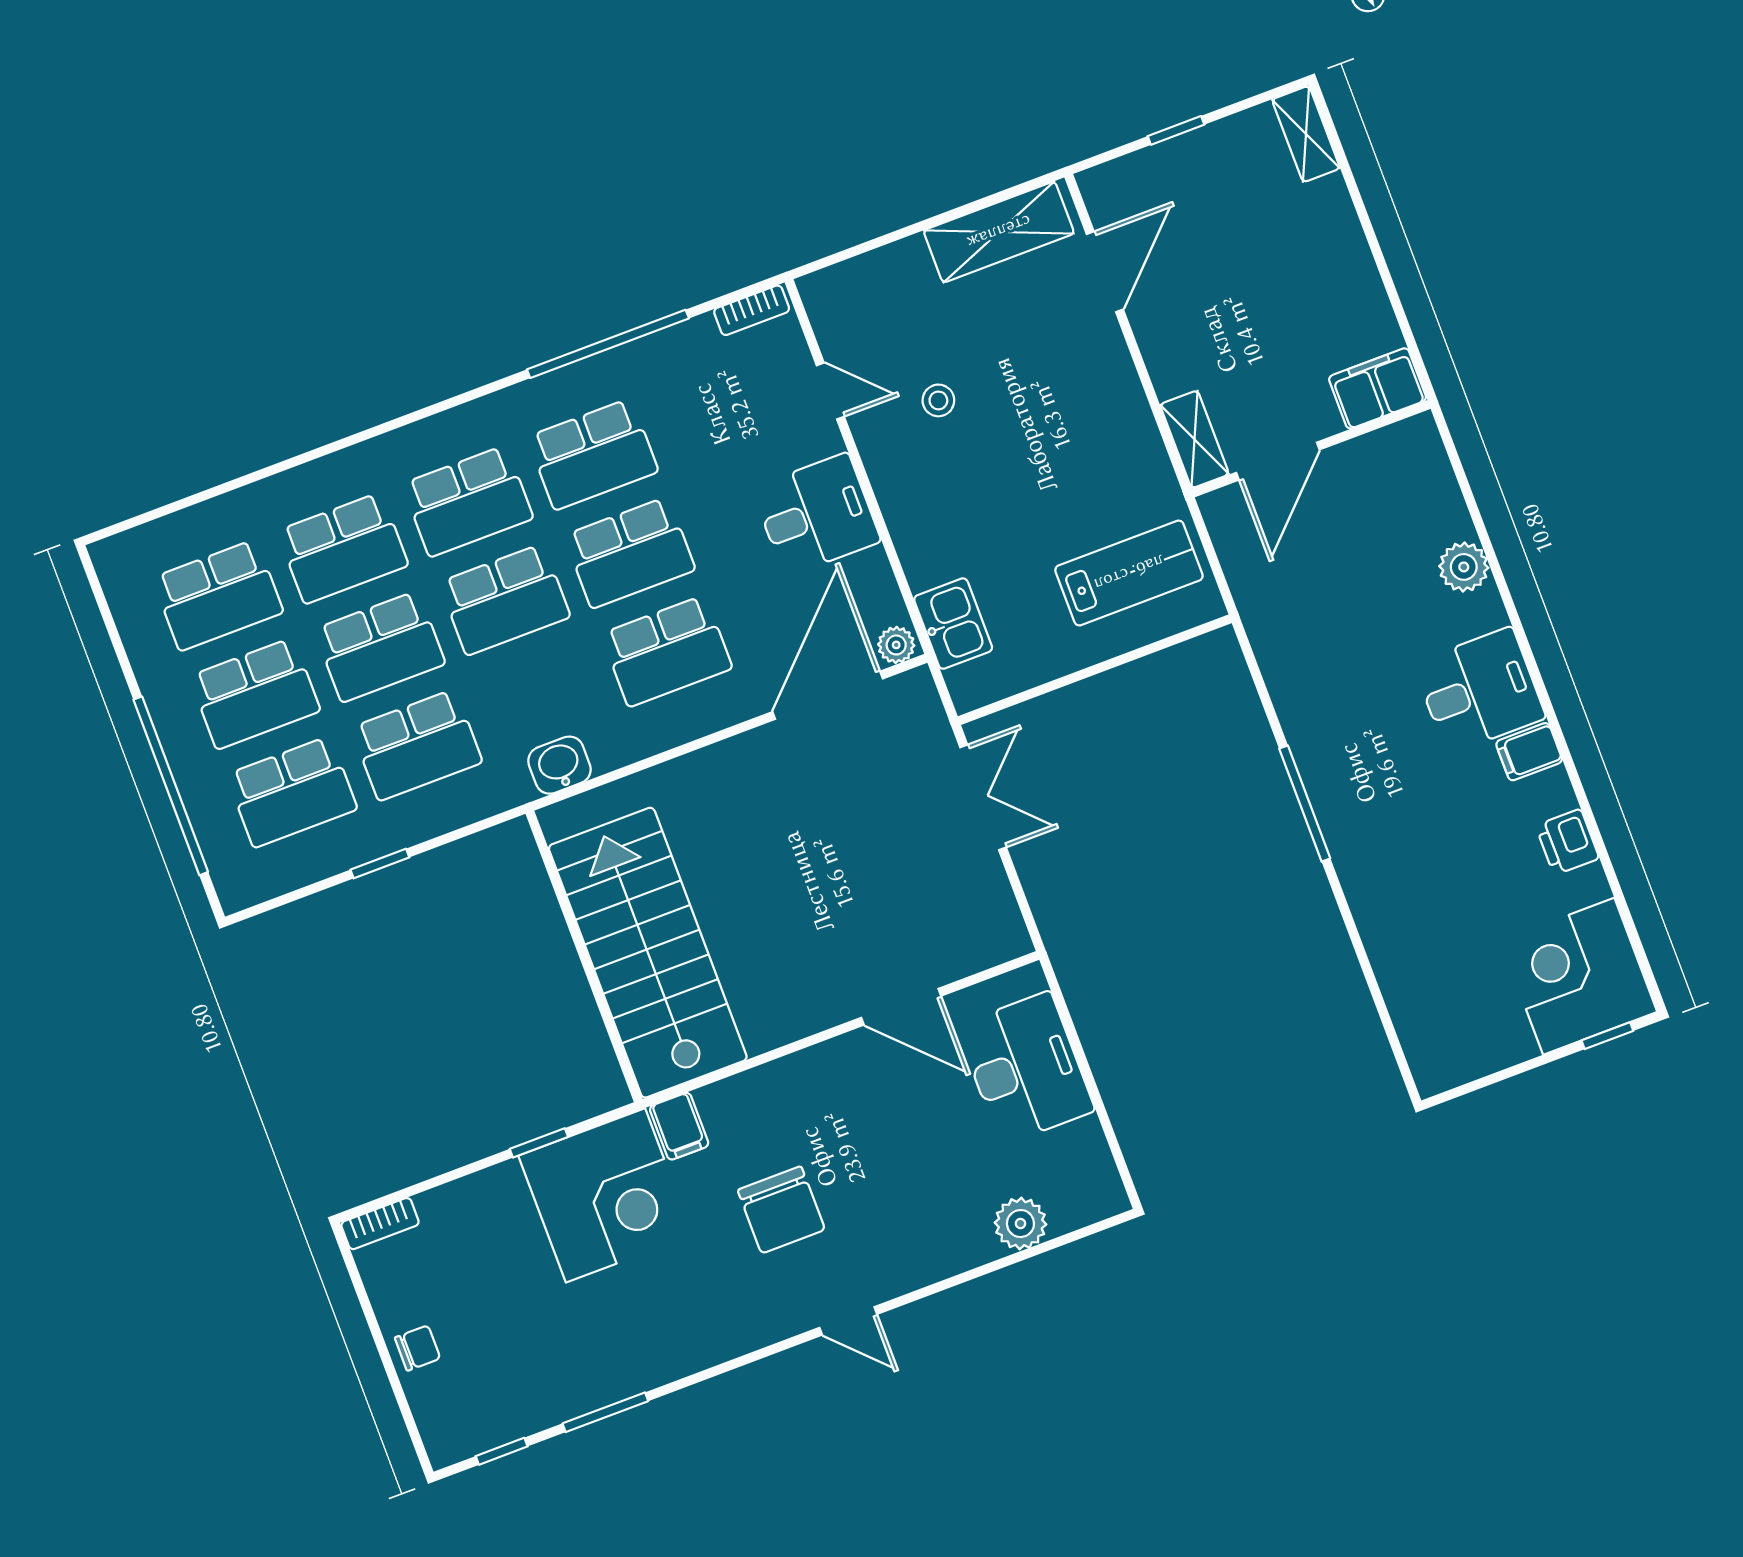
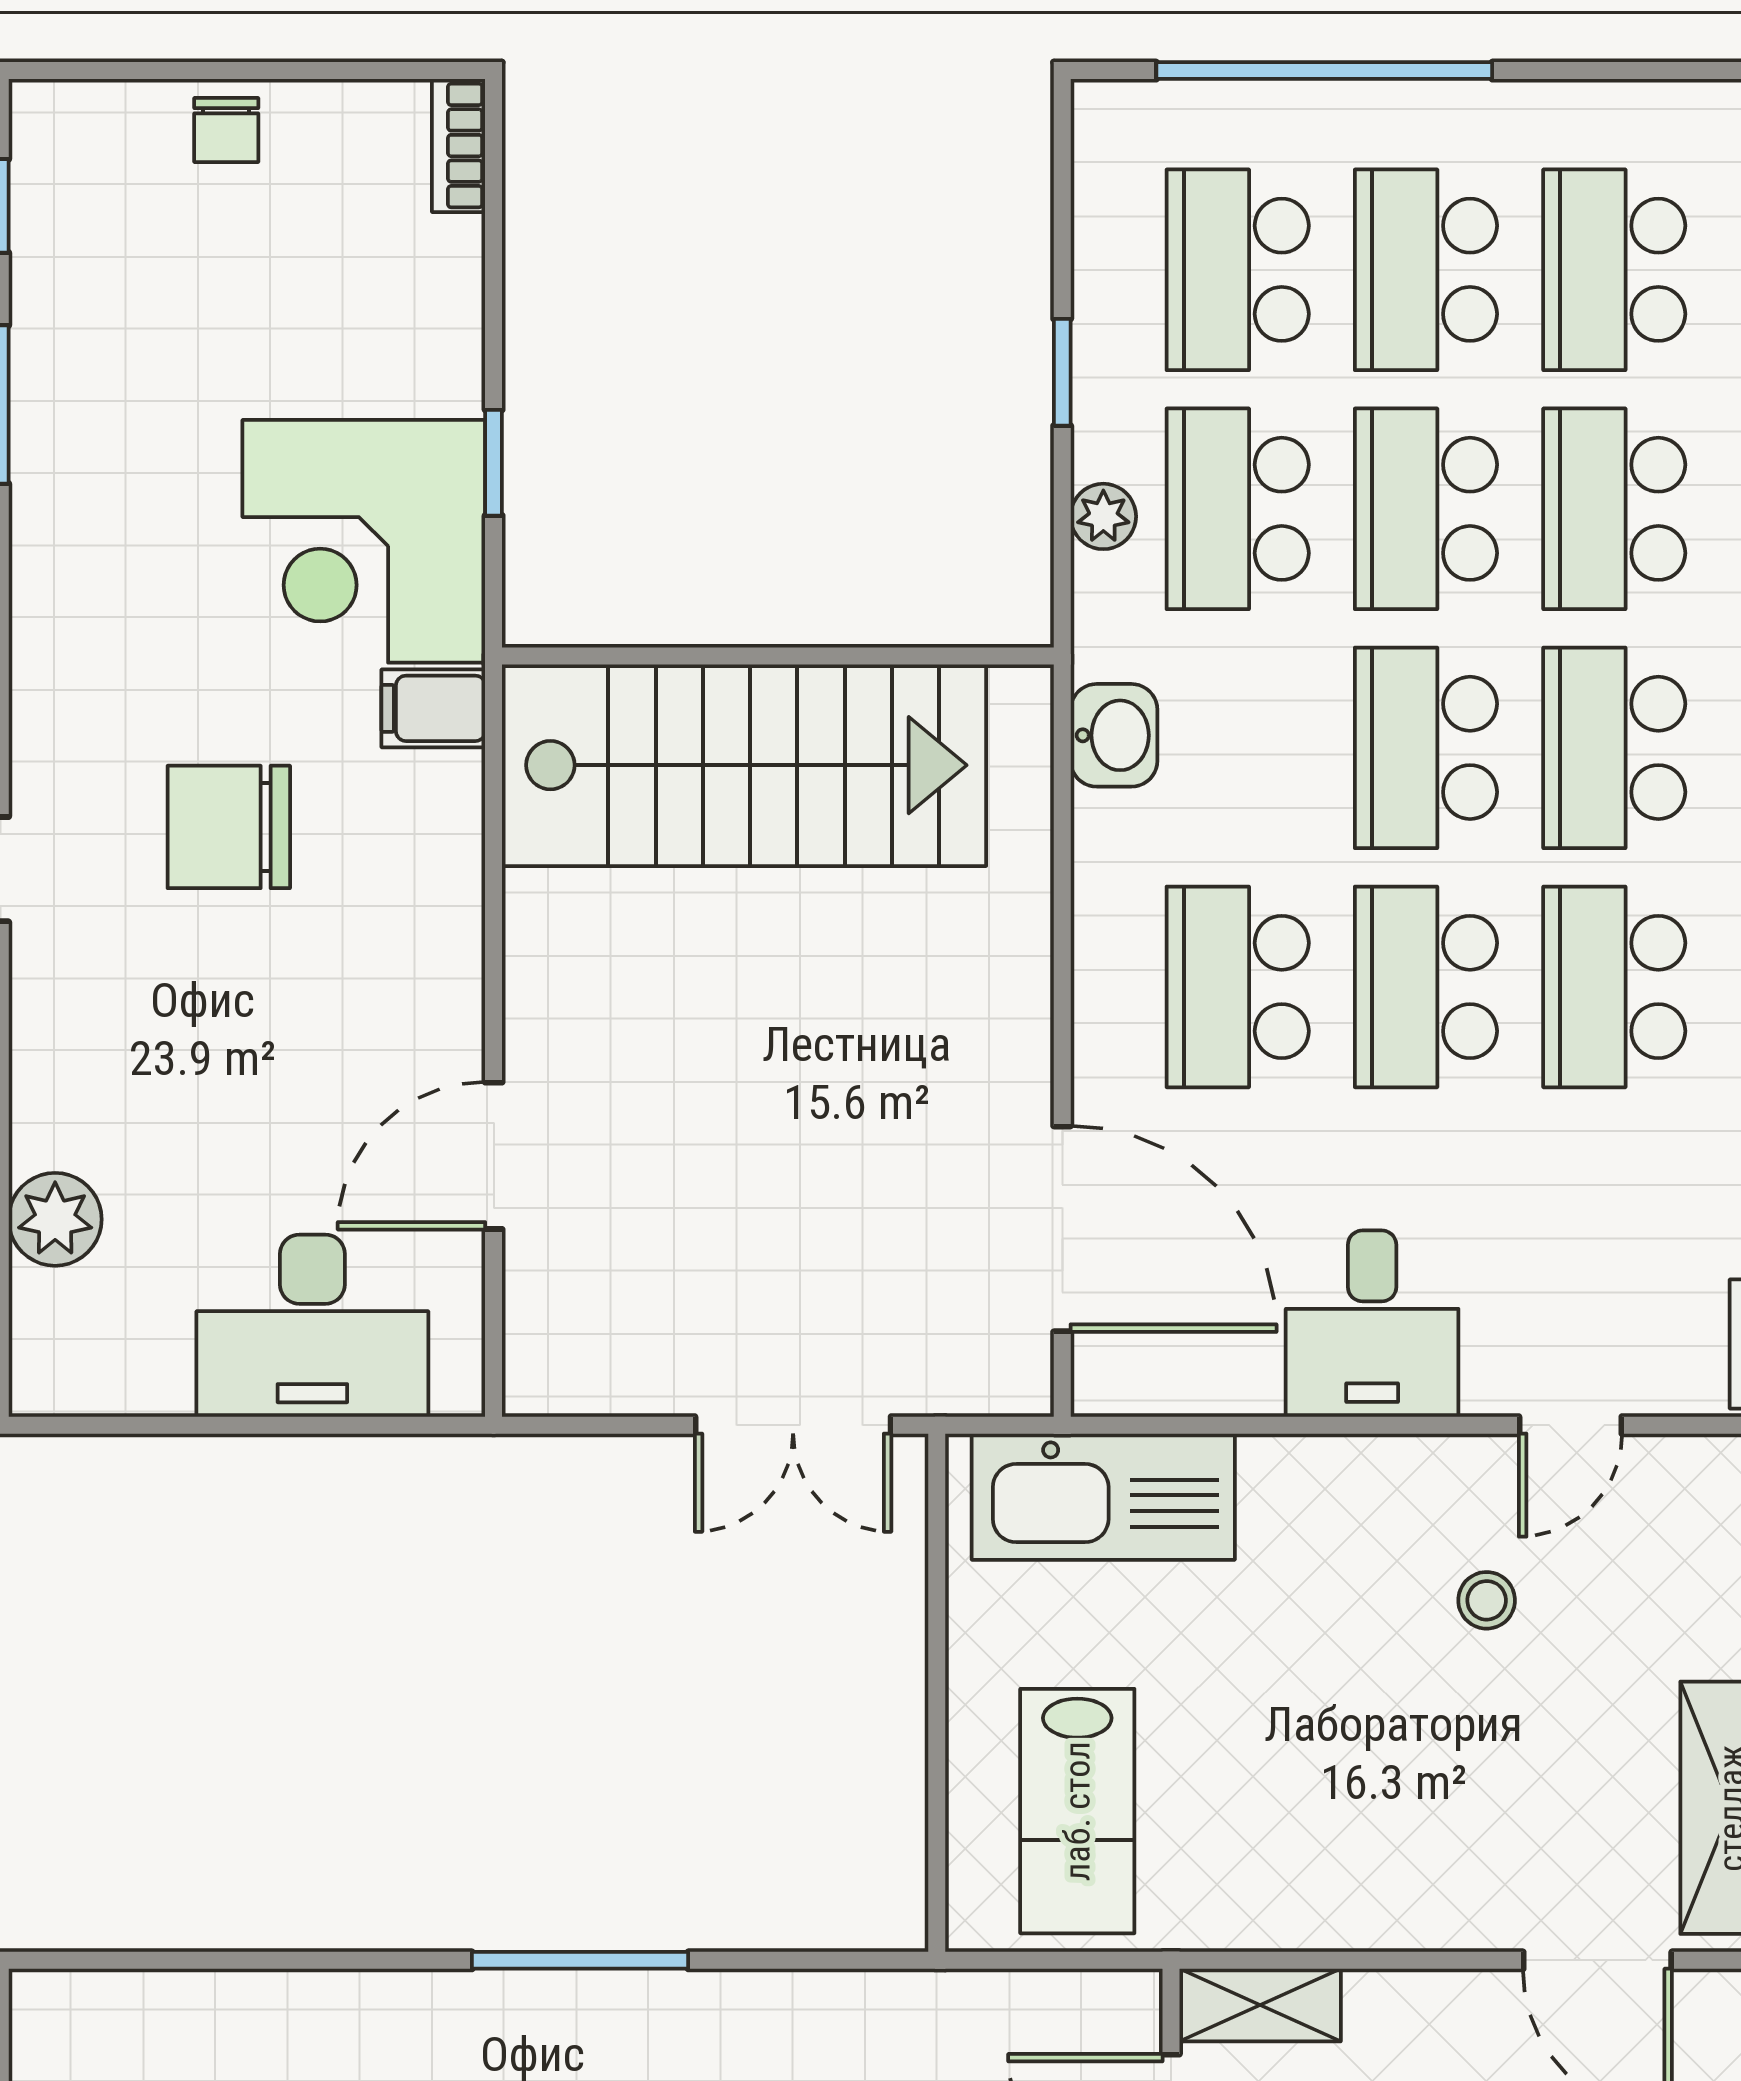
kitchen sink: (953, 624) -> (1103, 1497), width x1.87, depth x1.24
plant: (896, 645) -> (1103, 516), moved

